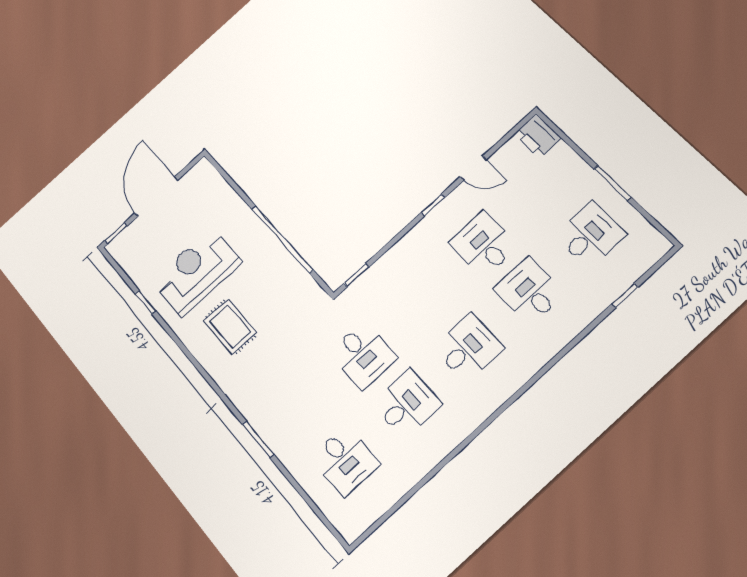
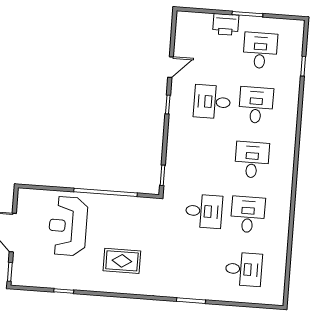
printer: (538, 136) -> (226, 24), moved
reception desk: (197, 272) -> (68, 226), moved
desk: (529, 291) -> (256, 105), turned 90

